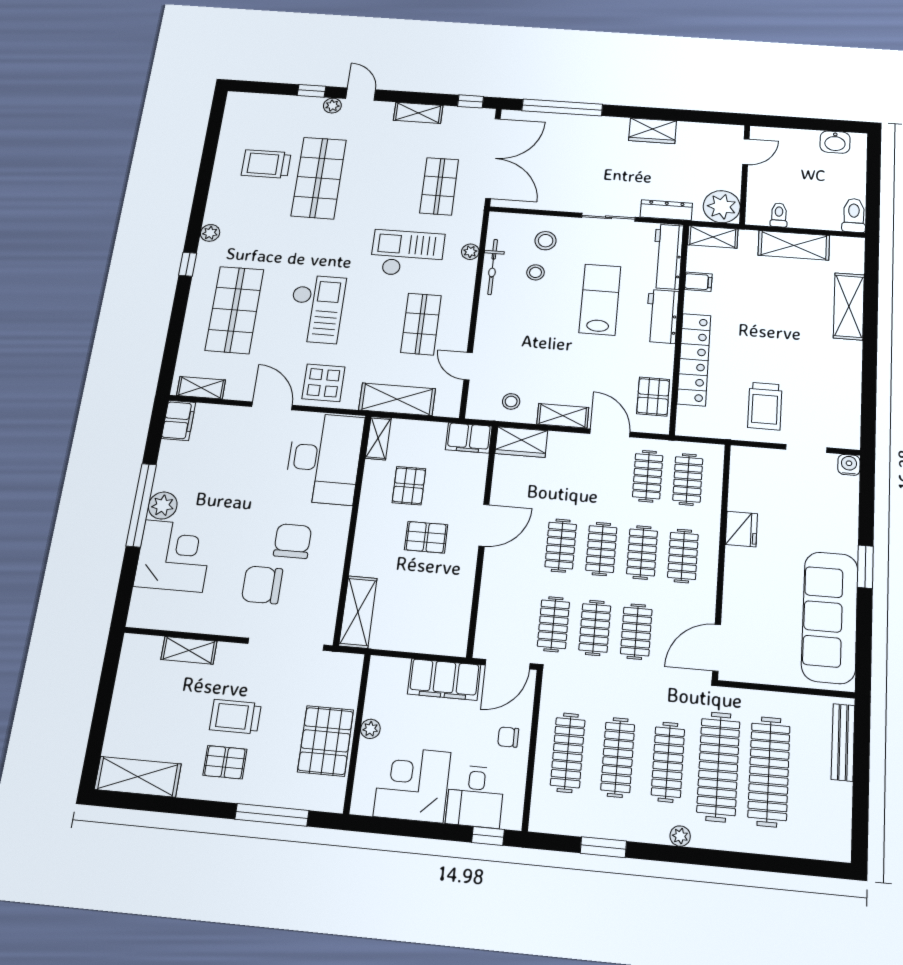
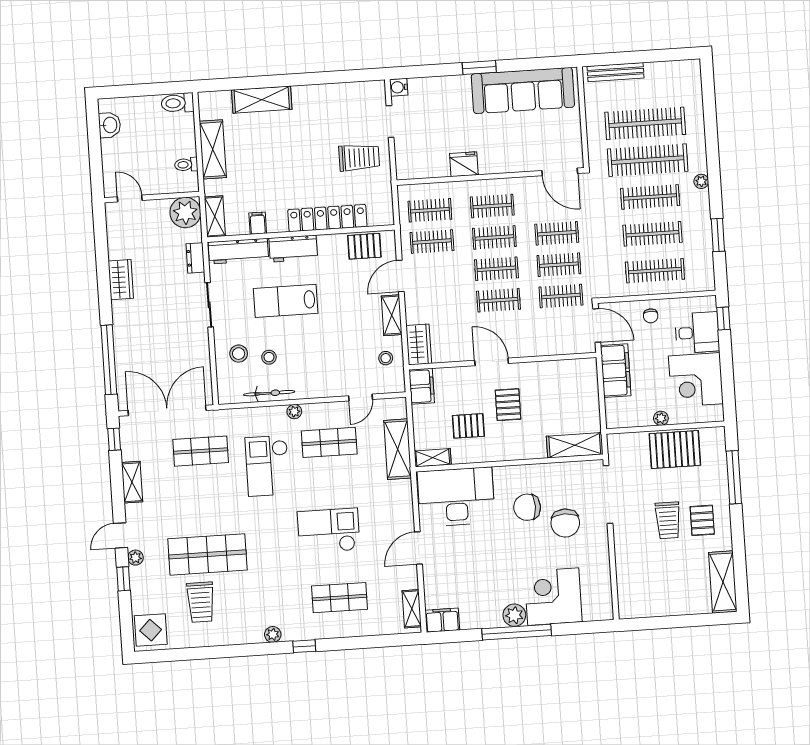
dresser: (666, 210) -> (195, 258), width x0.70
plant: (470, 252) -> (294, 412), moved
shop shelf: (235, 310) -> (340, 598), width x0.70, depth x0.74
display table: (323, 383) -> (151, 630), moved
shelving: (189, 650) -> (624, 567), removed

